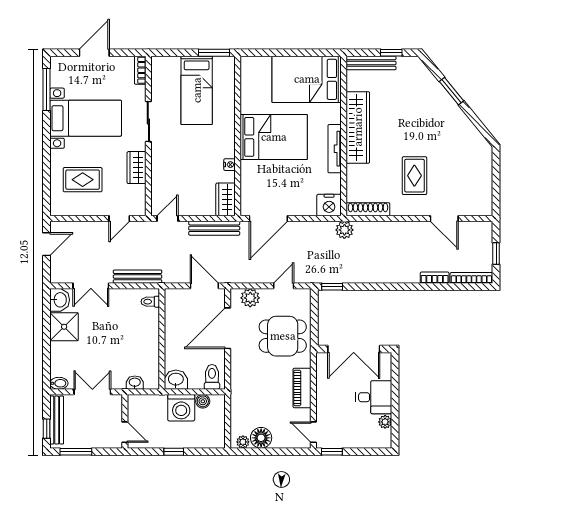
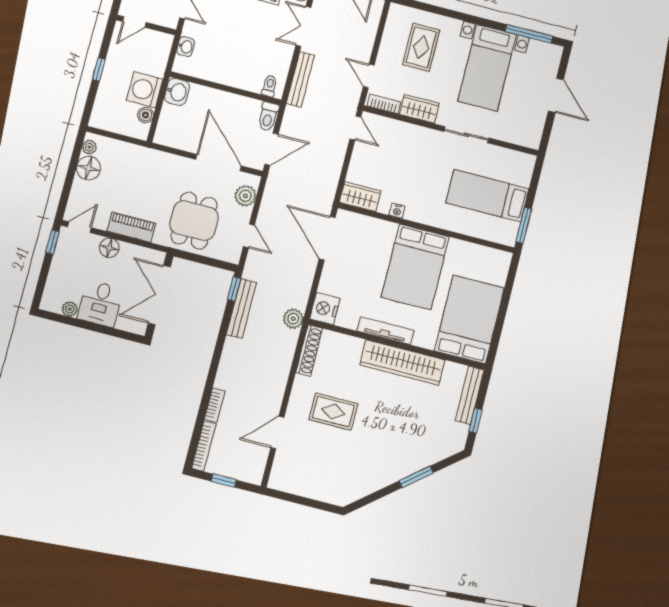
bookcase: (140, 70) -> (384, 104), moved
bench: (214, 228) -> (241, 308), moved
toilet: (212, 377) -> (268, 117), moved, turned 90
floor lamp: (324, 402) -> (109, 248), added

